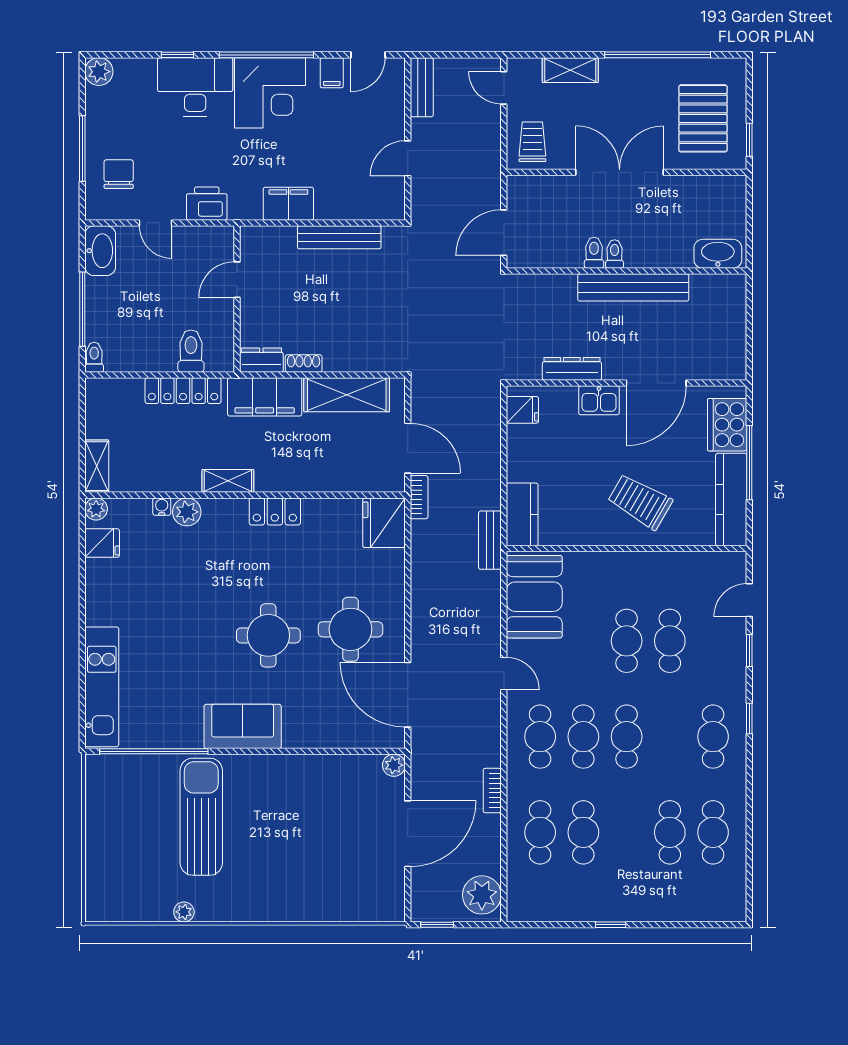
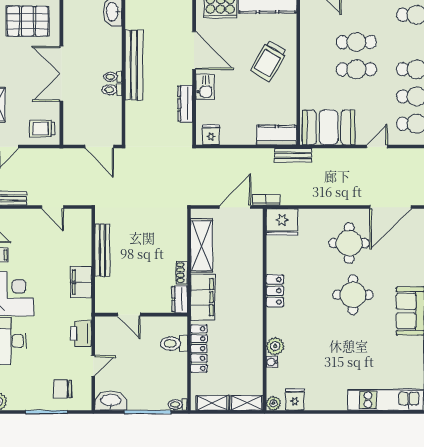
shelving: (228, 481) -> (212, 403), moved, turned 90

